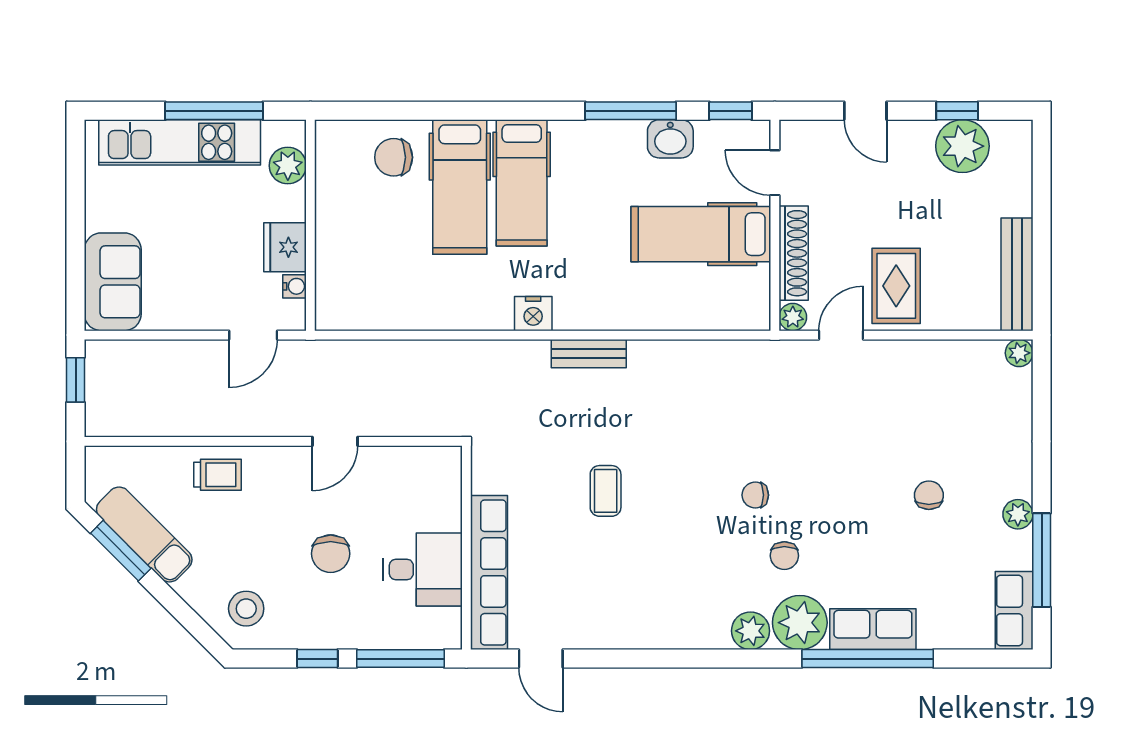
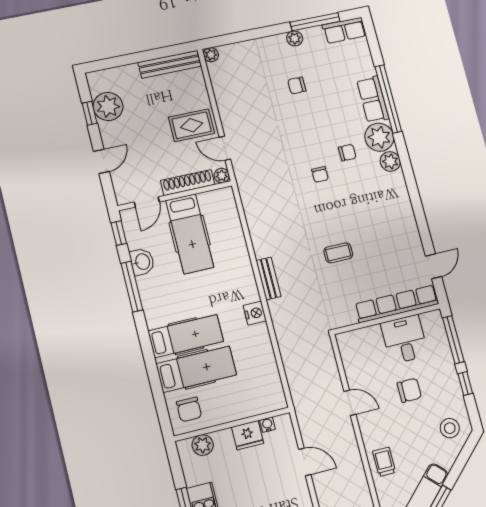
plant: (288, 166) -> (203, 445), moved
wall: (310, 225) -> (232, 424), moved
fridge: (285, 247) -> (248, 435), moved
water cooler: (295, 286) -> (267, 425), moved

